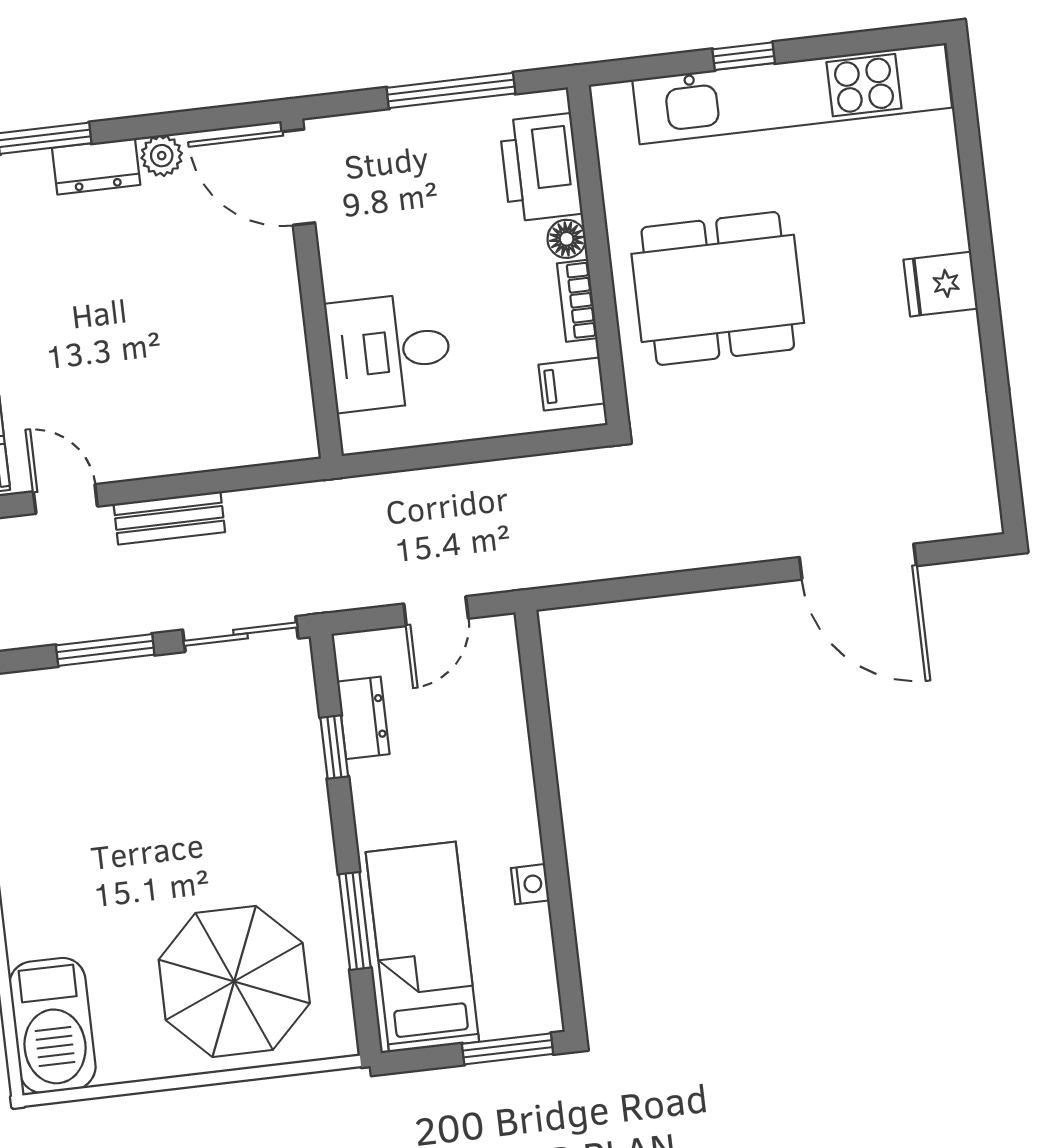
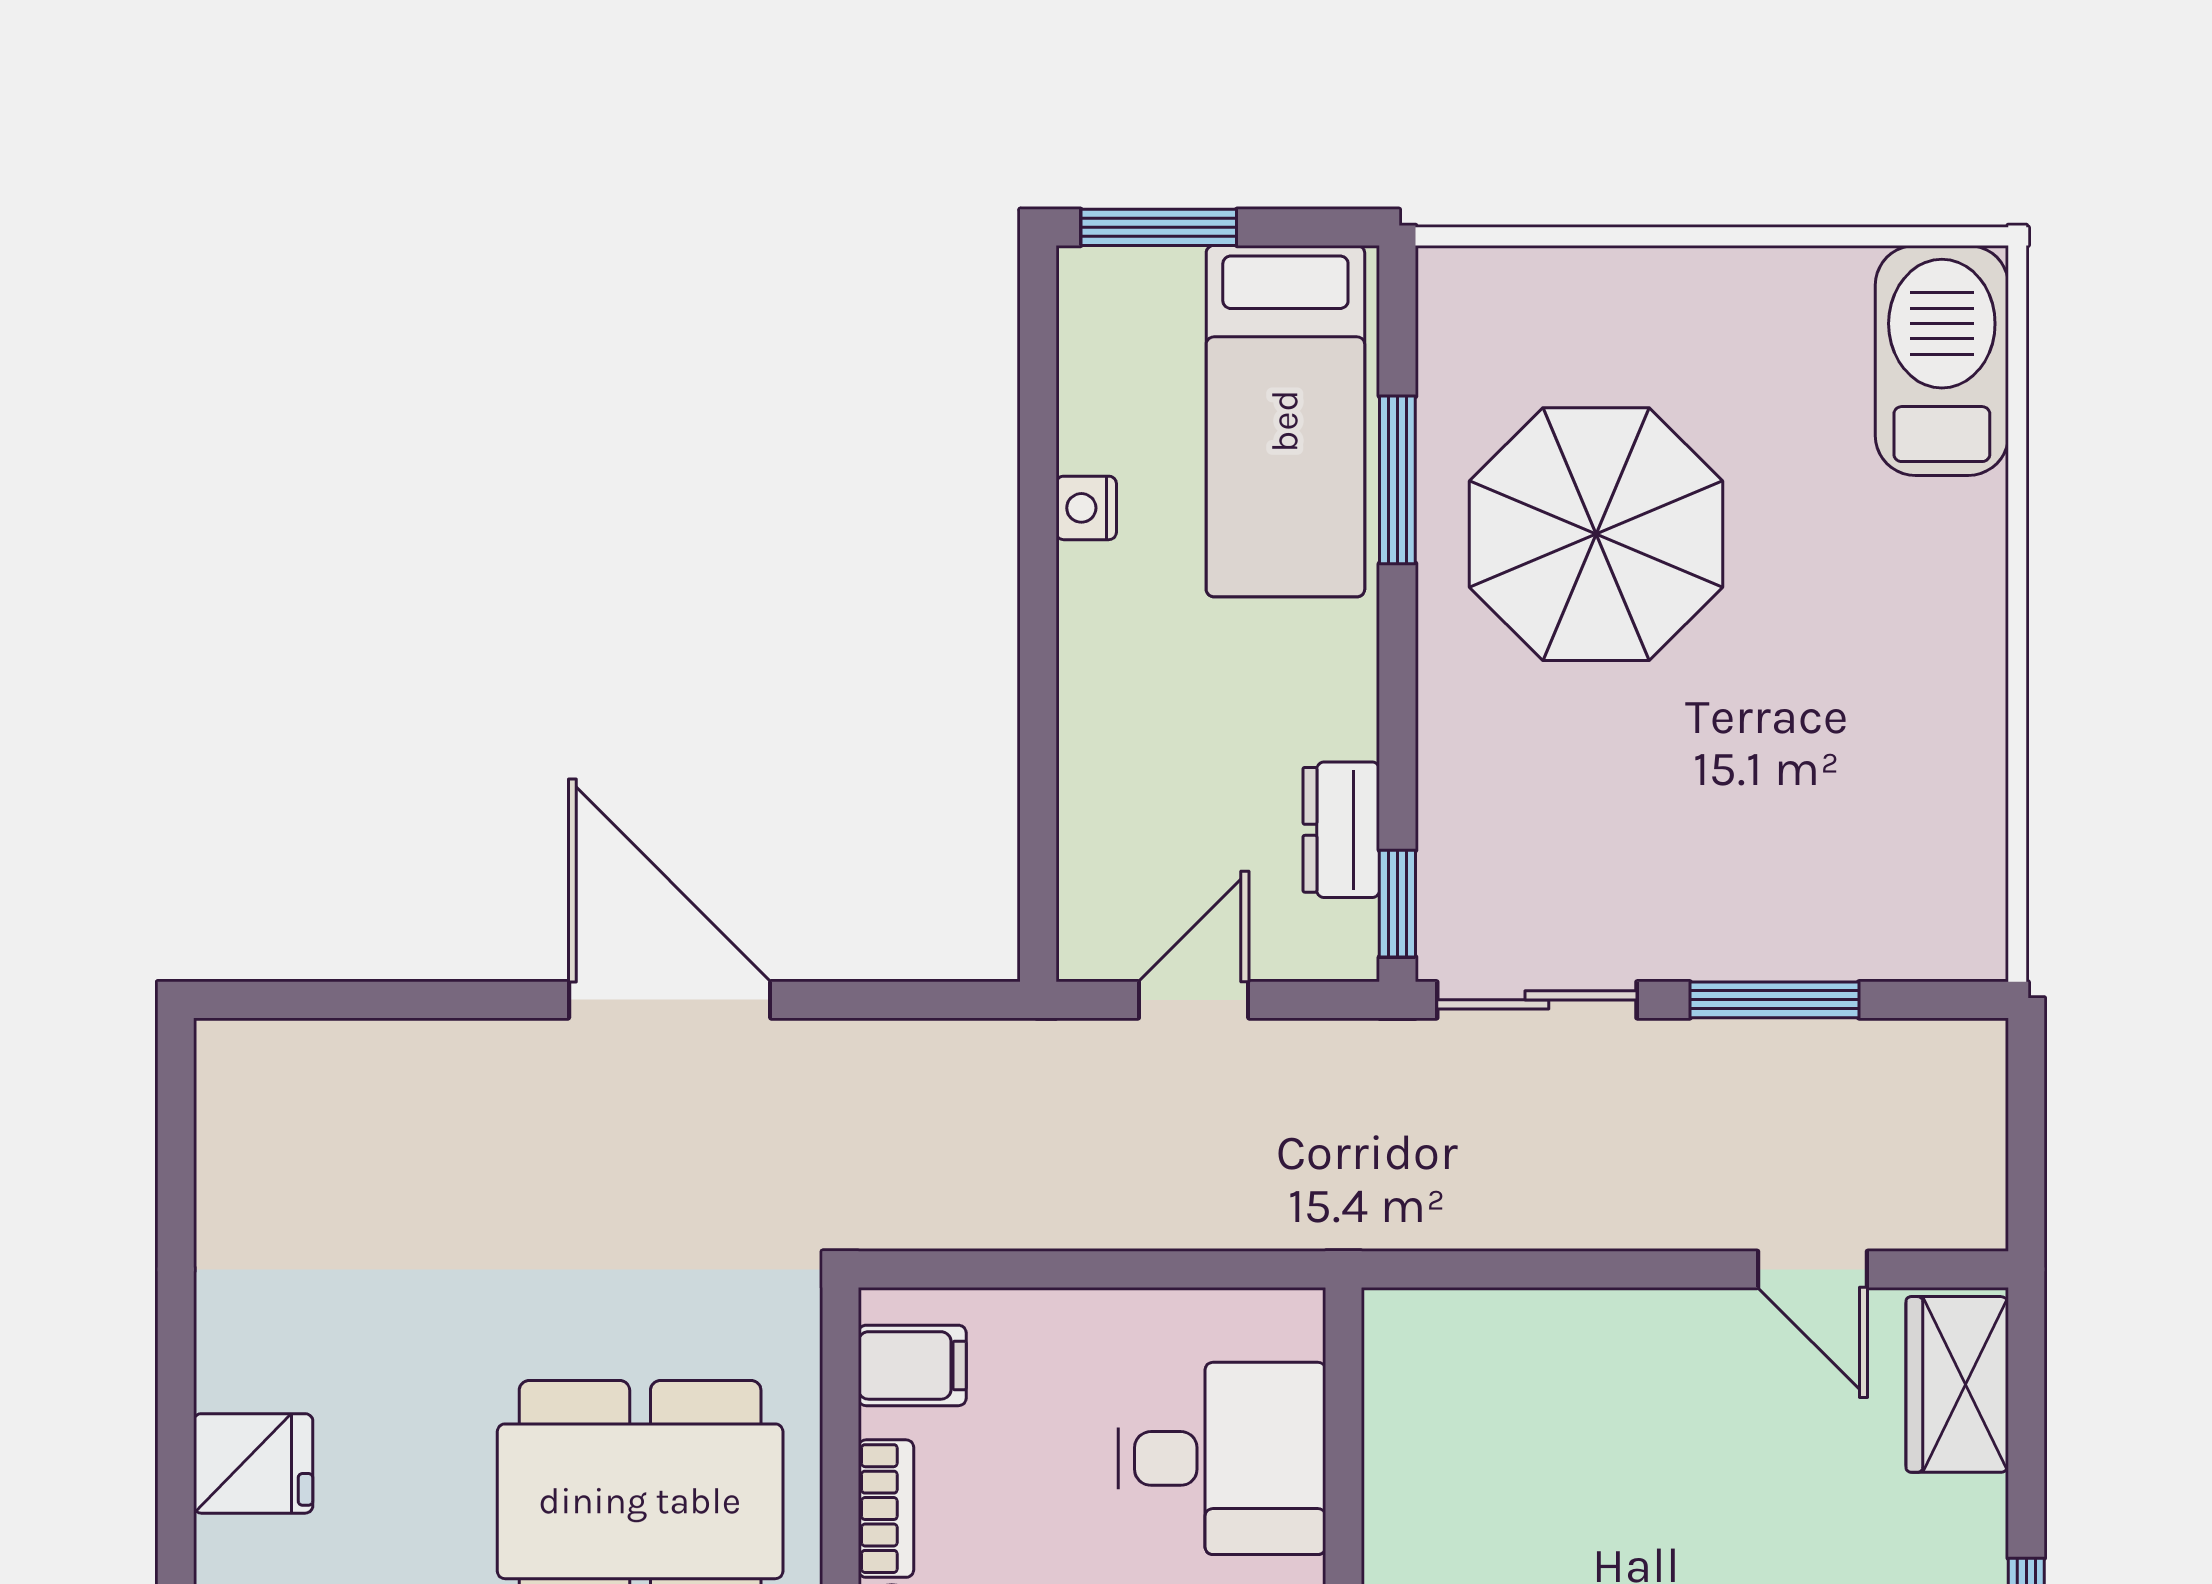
bench: (169, 518) -> (1637, 1216), removed
door: (858, 562) -> (670, 1000), moved
window: (334, 747) -> (1397, 904), moved
parasol: (234, 981) -> (1596, 534), moved

